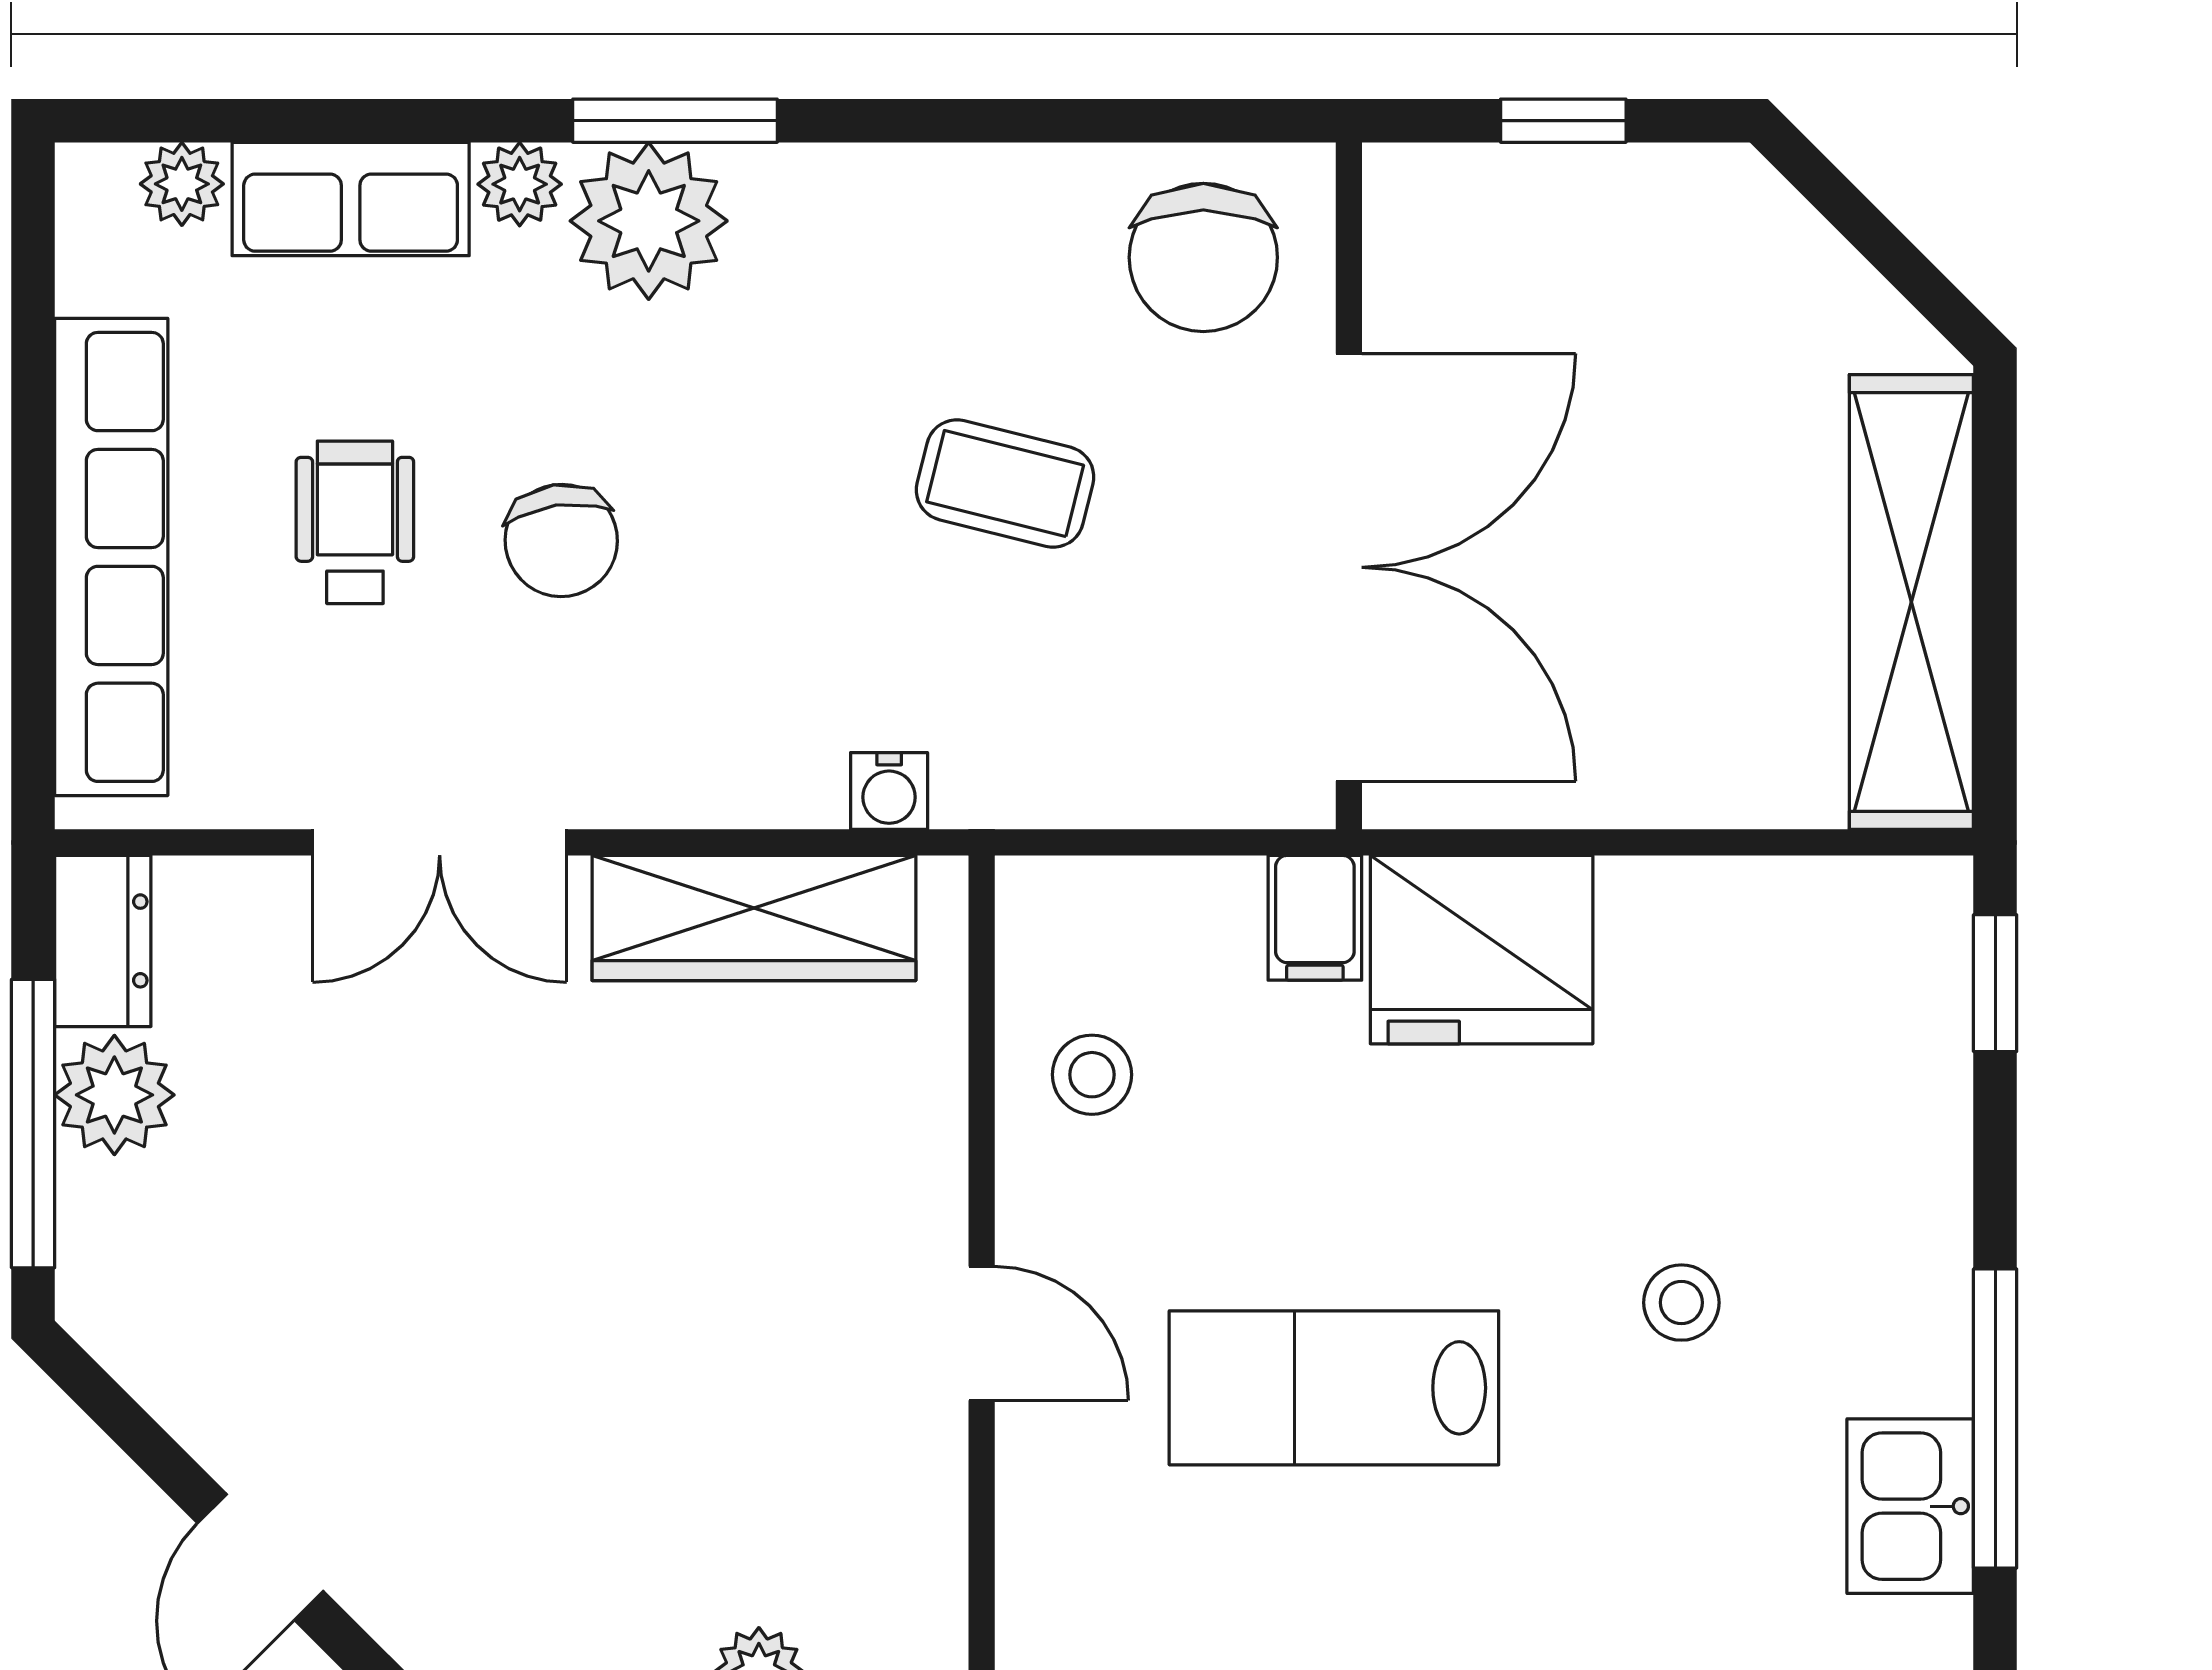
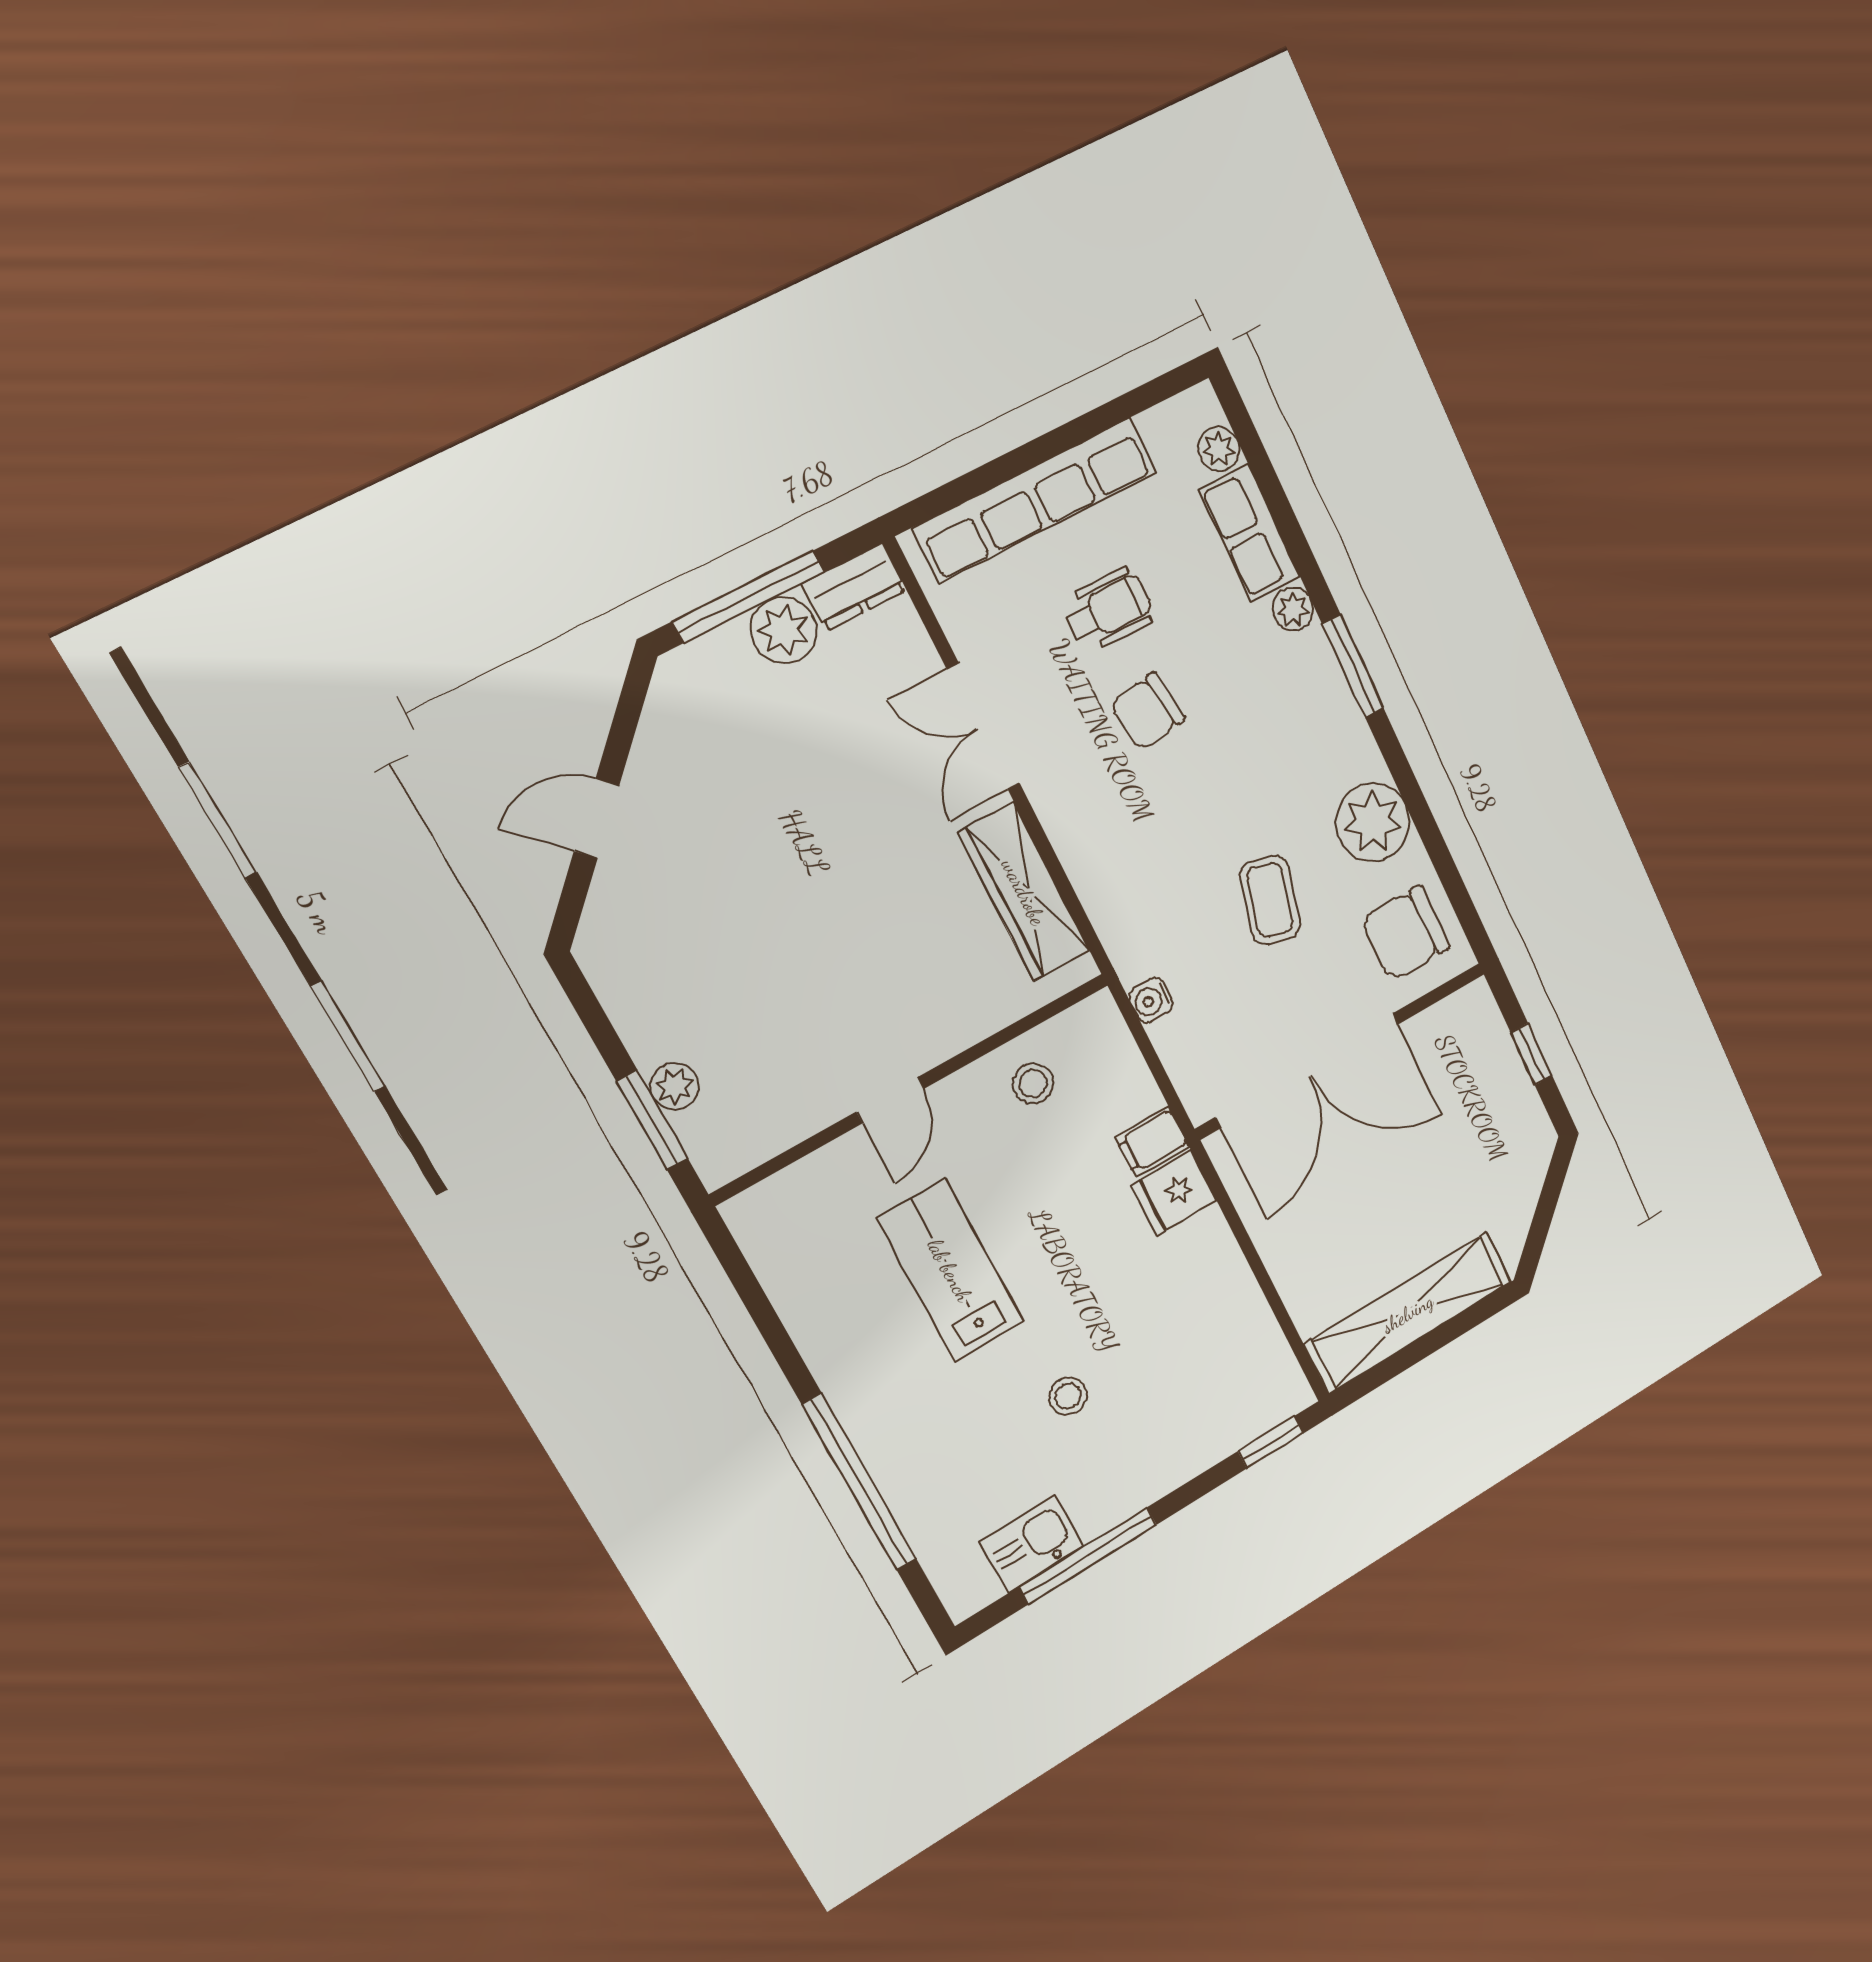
plant: (649, 221) -> (1373, 822), moved
water cooler: (889, 791) -> (1151, 1000), moved
fridge: (1482, 950) -> (1174, 1193), width x0.53, depth x0.75

